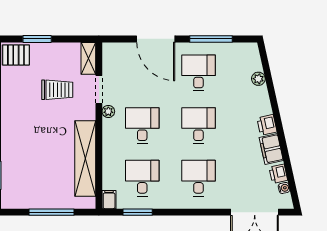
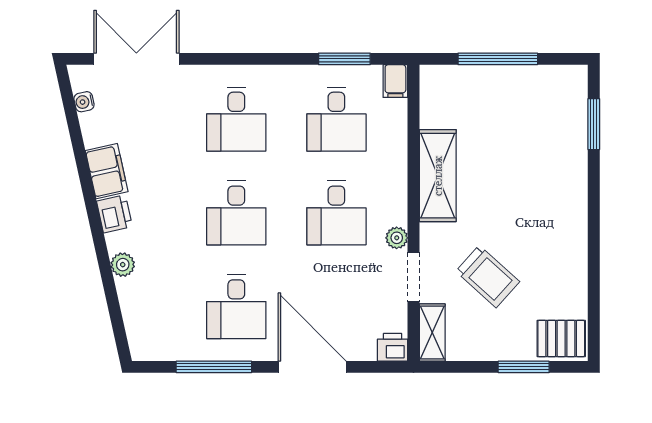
plant: (258, 79) -> (123, 265), moved
trolley: (57, 90) -> (488, 276), turned -138
shelving: (85, 159) -> (438, 176), width x0.68
printer: (278, 174) -> (393, 347), moved, turned -78

